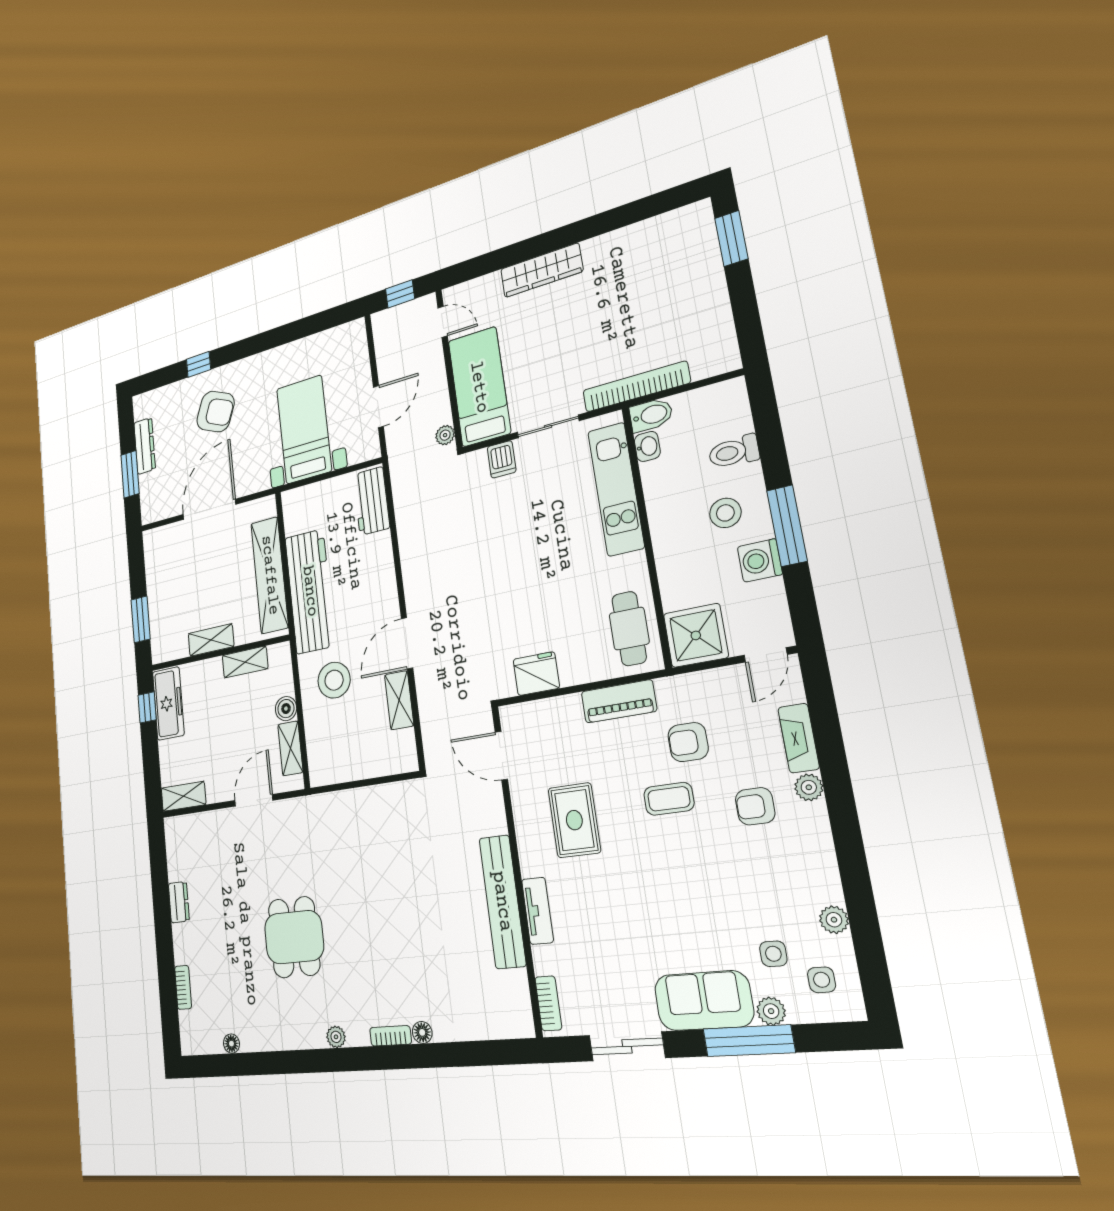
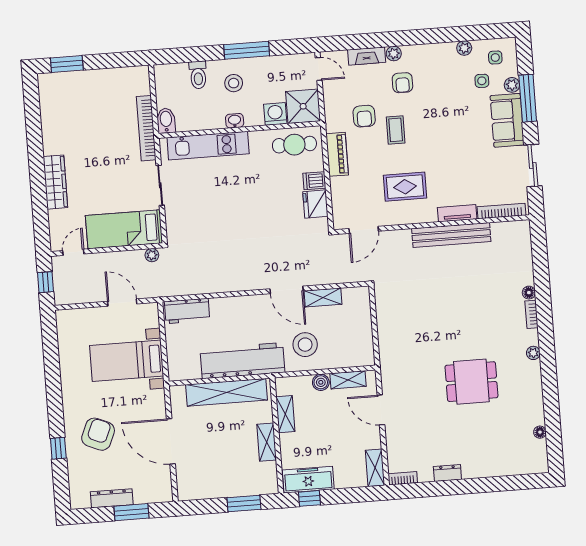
washbasin: (647, 446) -> (235, 121), moved
dishwasher: (502, 459) -> (314, 181), moved, turned 180
washing machine: (760, 560) -> (275, 114), moved, turned 180
bookcase: (183, 987) -> (403, 478), moved
bookcase: (548, 1003) -> (502, 211), width x1.56

